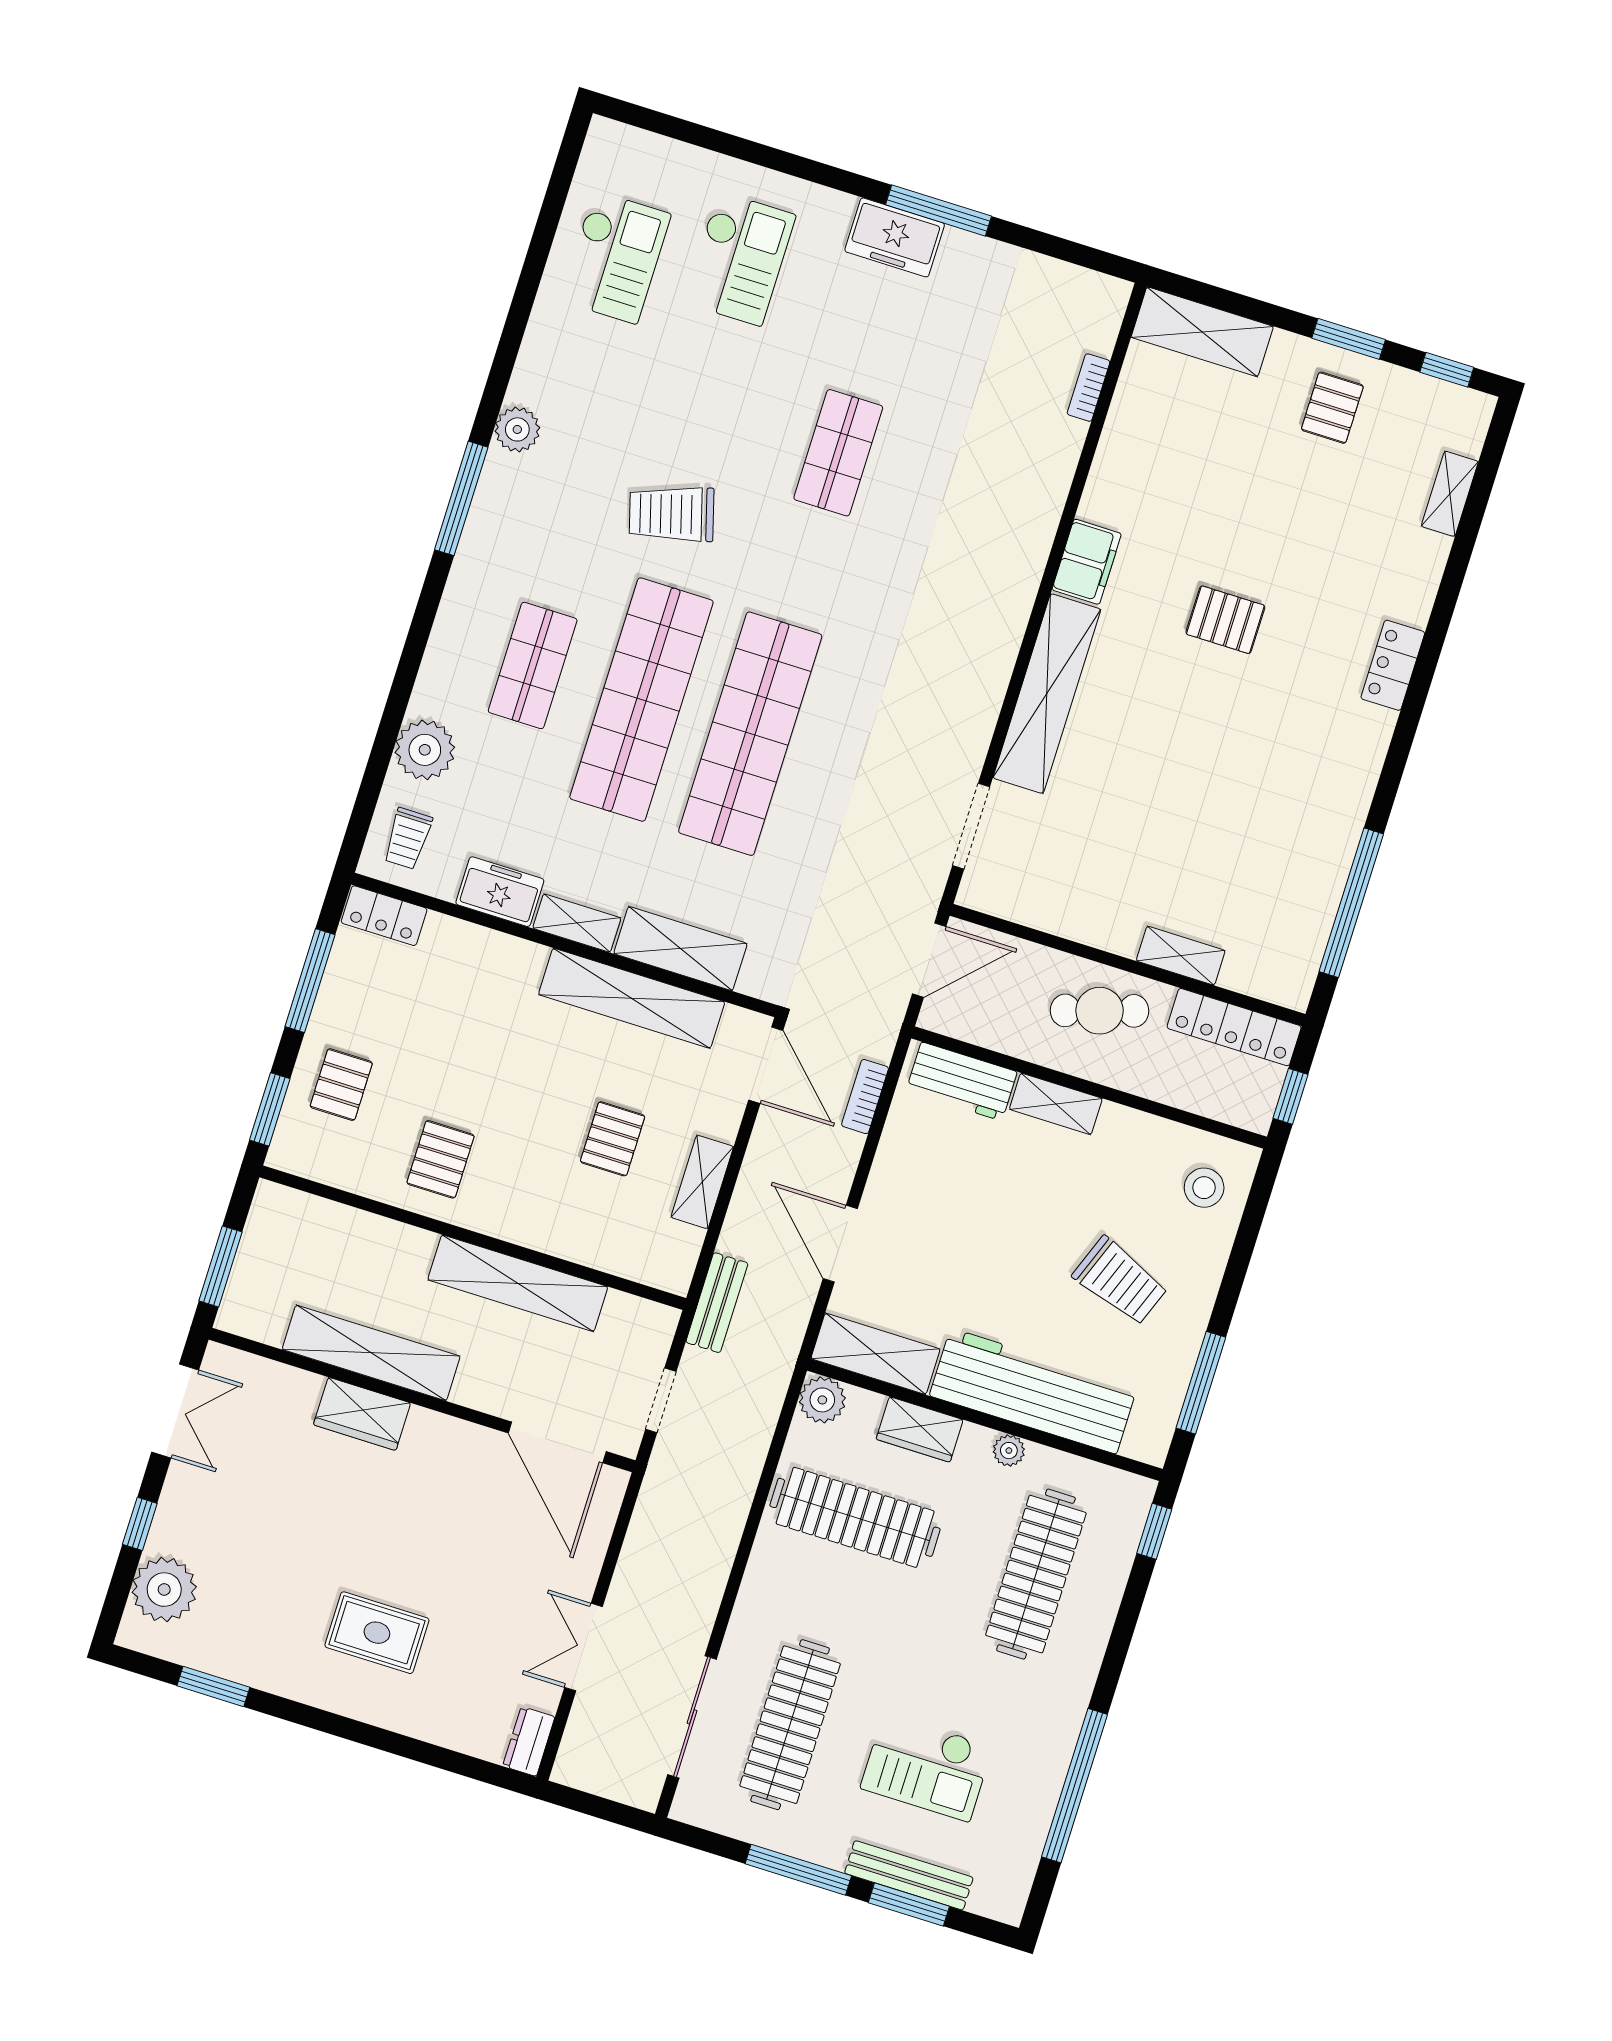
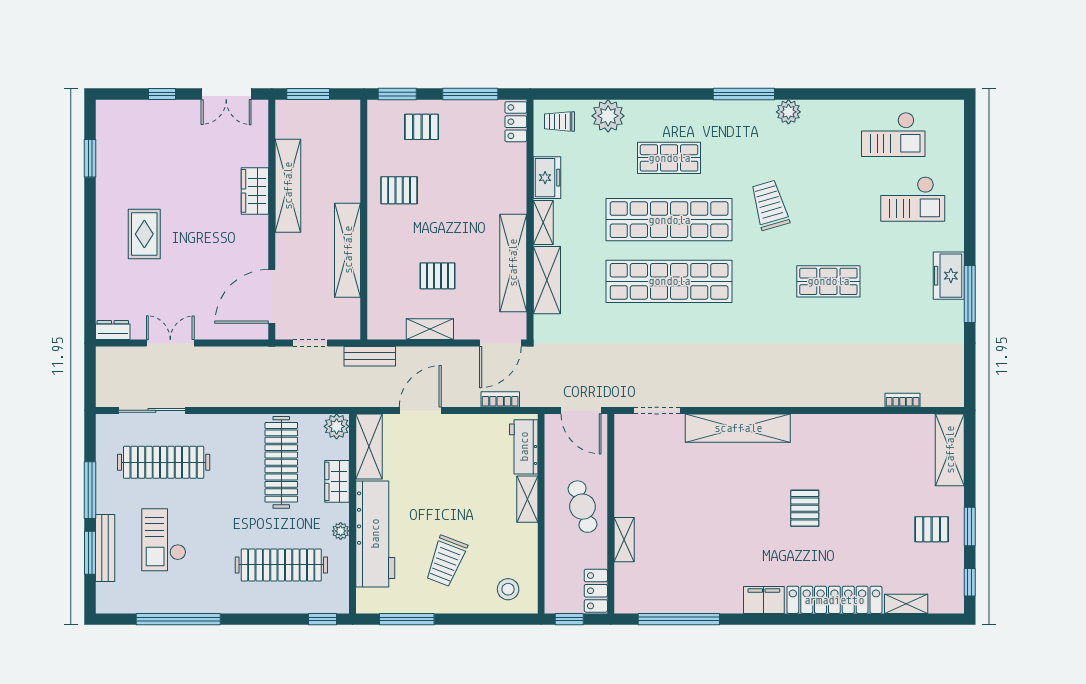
filing cabinet: (1087, 562) -> (764, 600), moved, turned 180
locker: (1393, 665) -> (834, 600), width x2.16, depth x1.21
locker: (1234, 1027) -> (596, 591), width x0.66
plant: (164, 1590) -> (132, 117), removed

